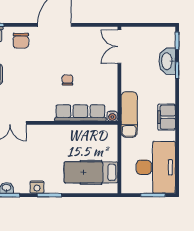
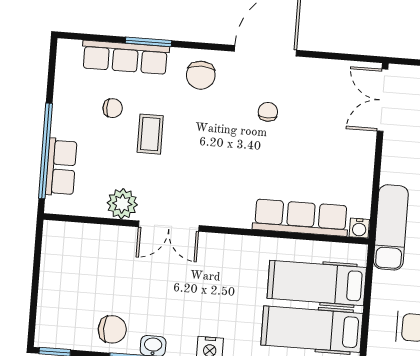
chair: (67, 80) -> (268, 112), moved
hospital bed: (92, 147) -> (317, 283), added

